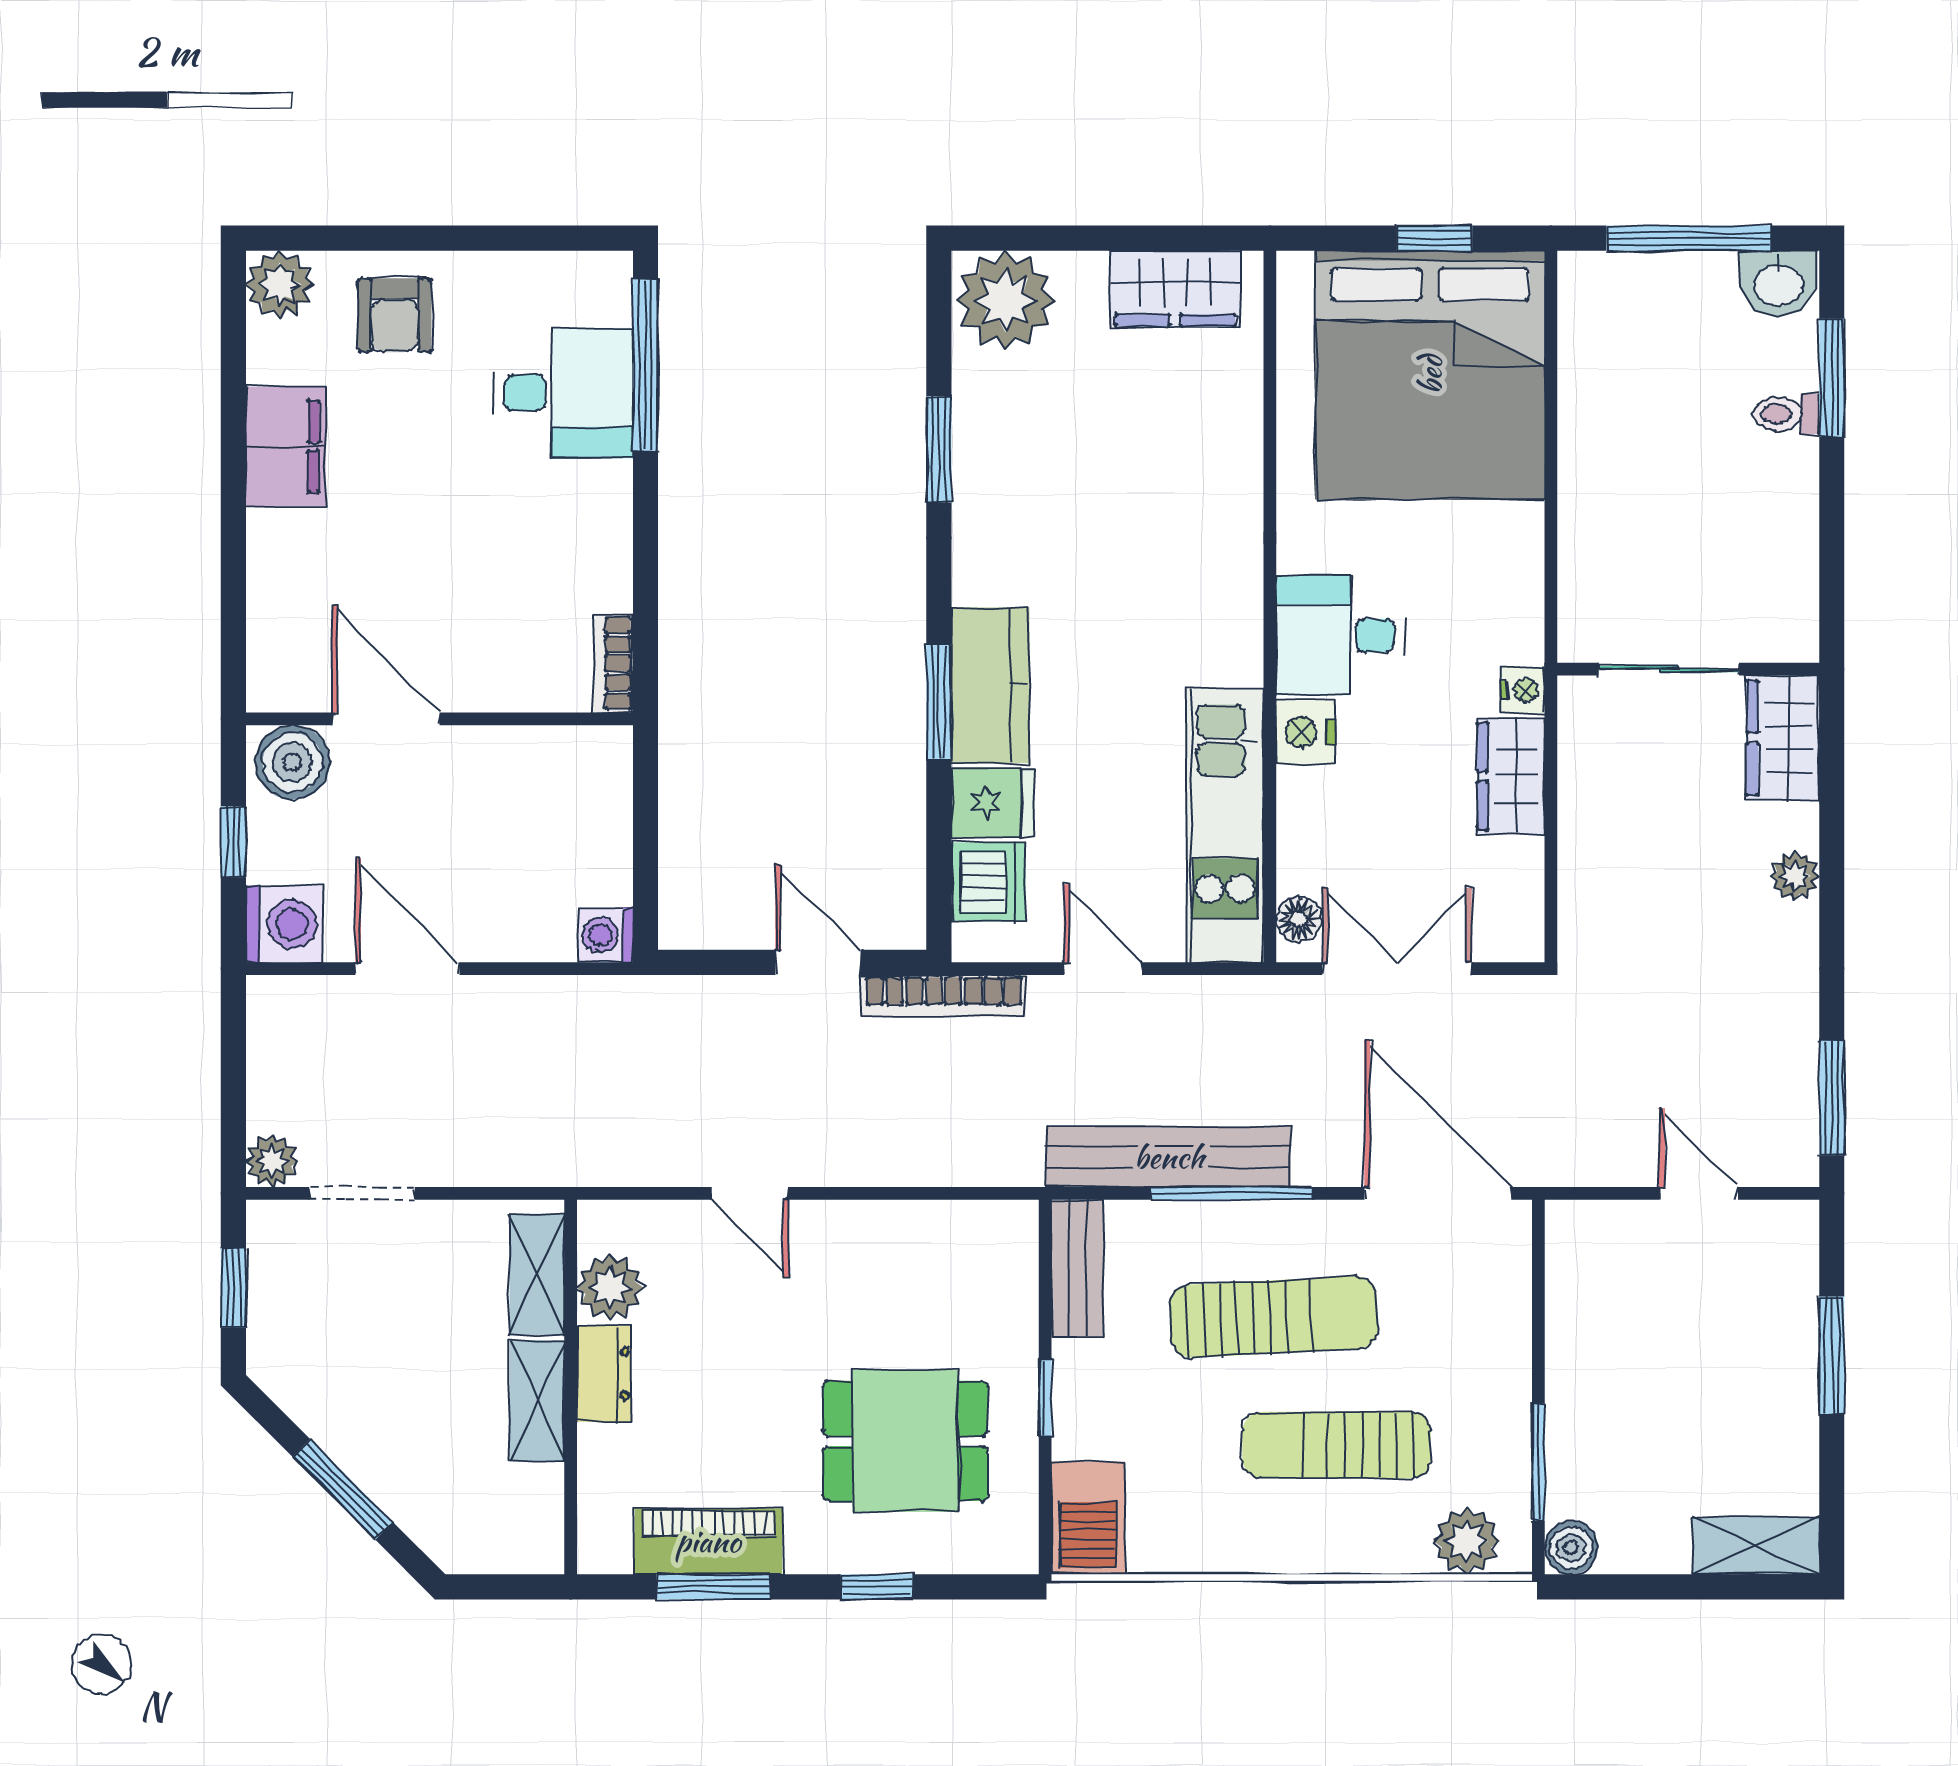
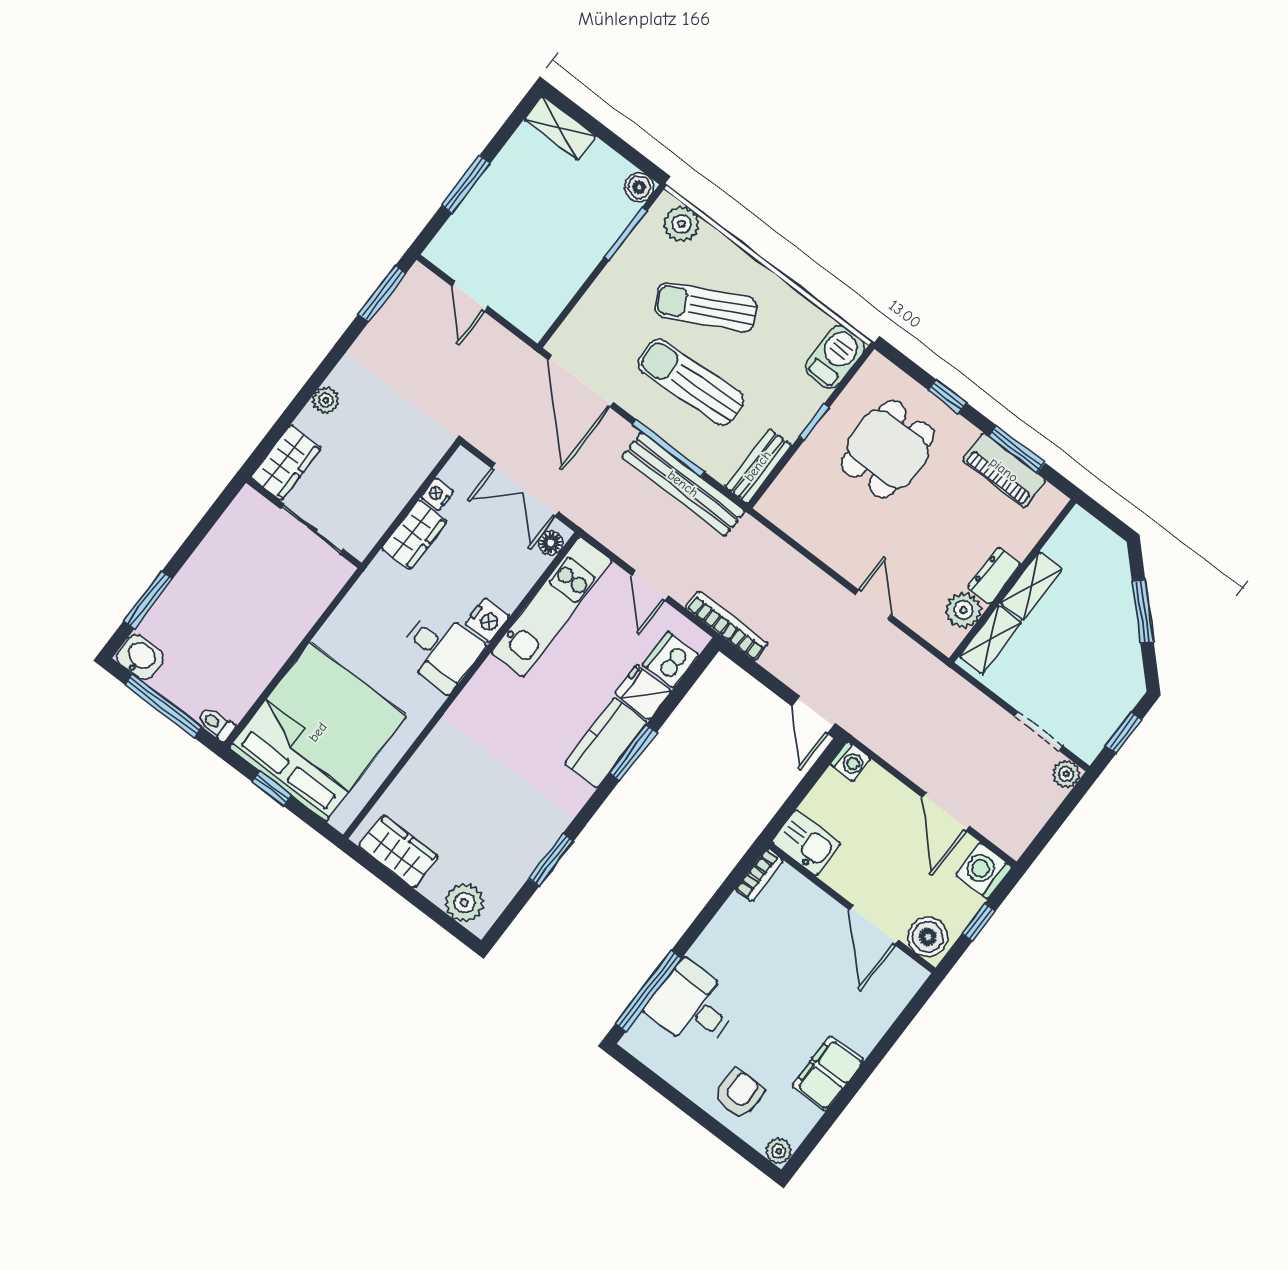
plant: (280, 284) -> (779, 1151), width x0.73, depth x0.73
plant: (1005, 300) -> (464, 903), width x0.73, depth x0.73
toilet: (1786, 414) -> (216, 724), moved, turned 180
nightstand: (1523, 690) -> (437, 494), moved
kitchen sink: (580, 764) -> (806, 843), added
door: (818, 962) -> (814, 715), moved
dining table: (905, 1441) -> (888, 449), turned 90
sun lounger: (1337, 1445) -> (706, 307), turned 153

